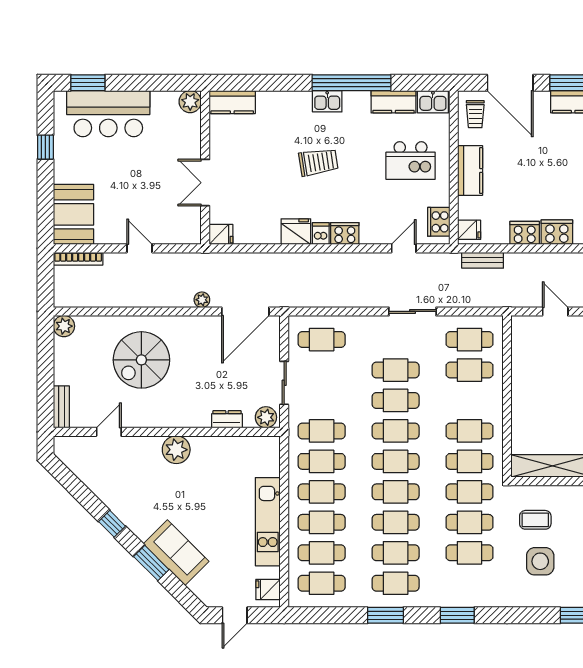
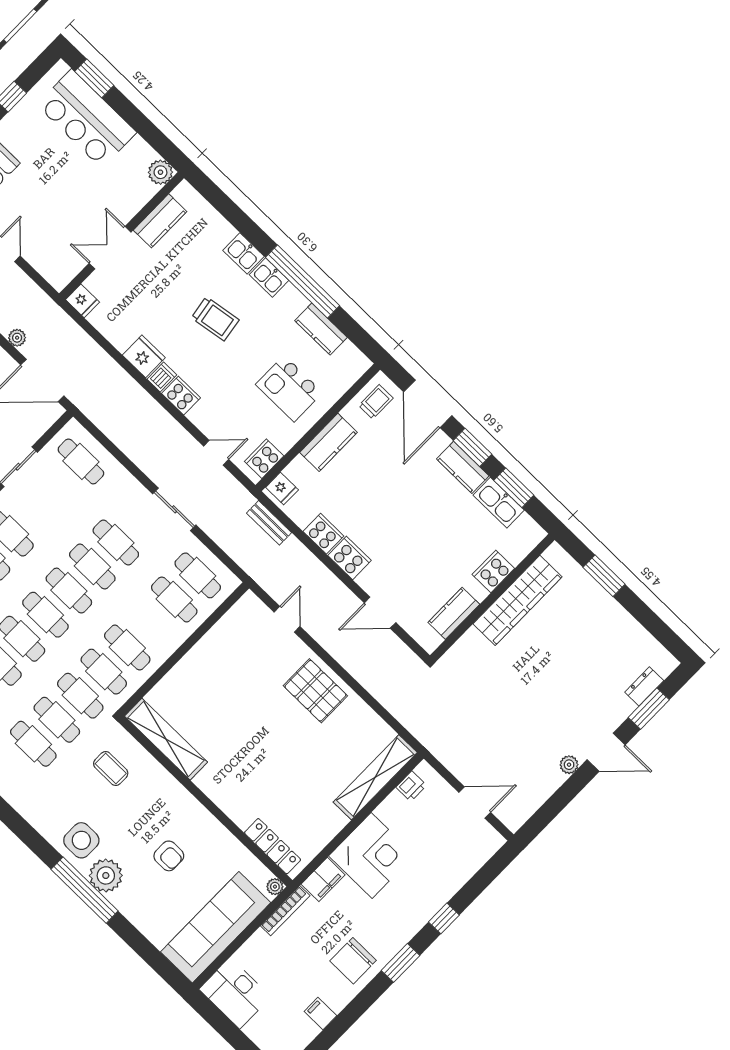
kitchen counter: (232, 102) -> (160, 221), moved, turned -90
kitchen sink: (433, 102) -> (243, 253), moved
trolley: (475, 114) -> (376, 402), turned 180
side table: (540, 561) -> (81, 840), moved

